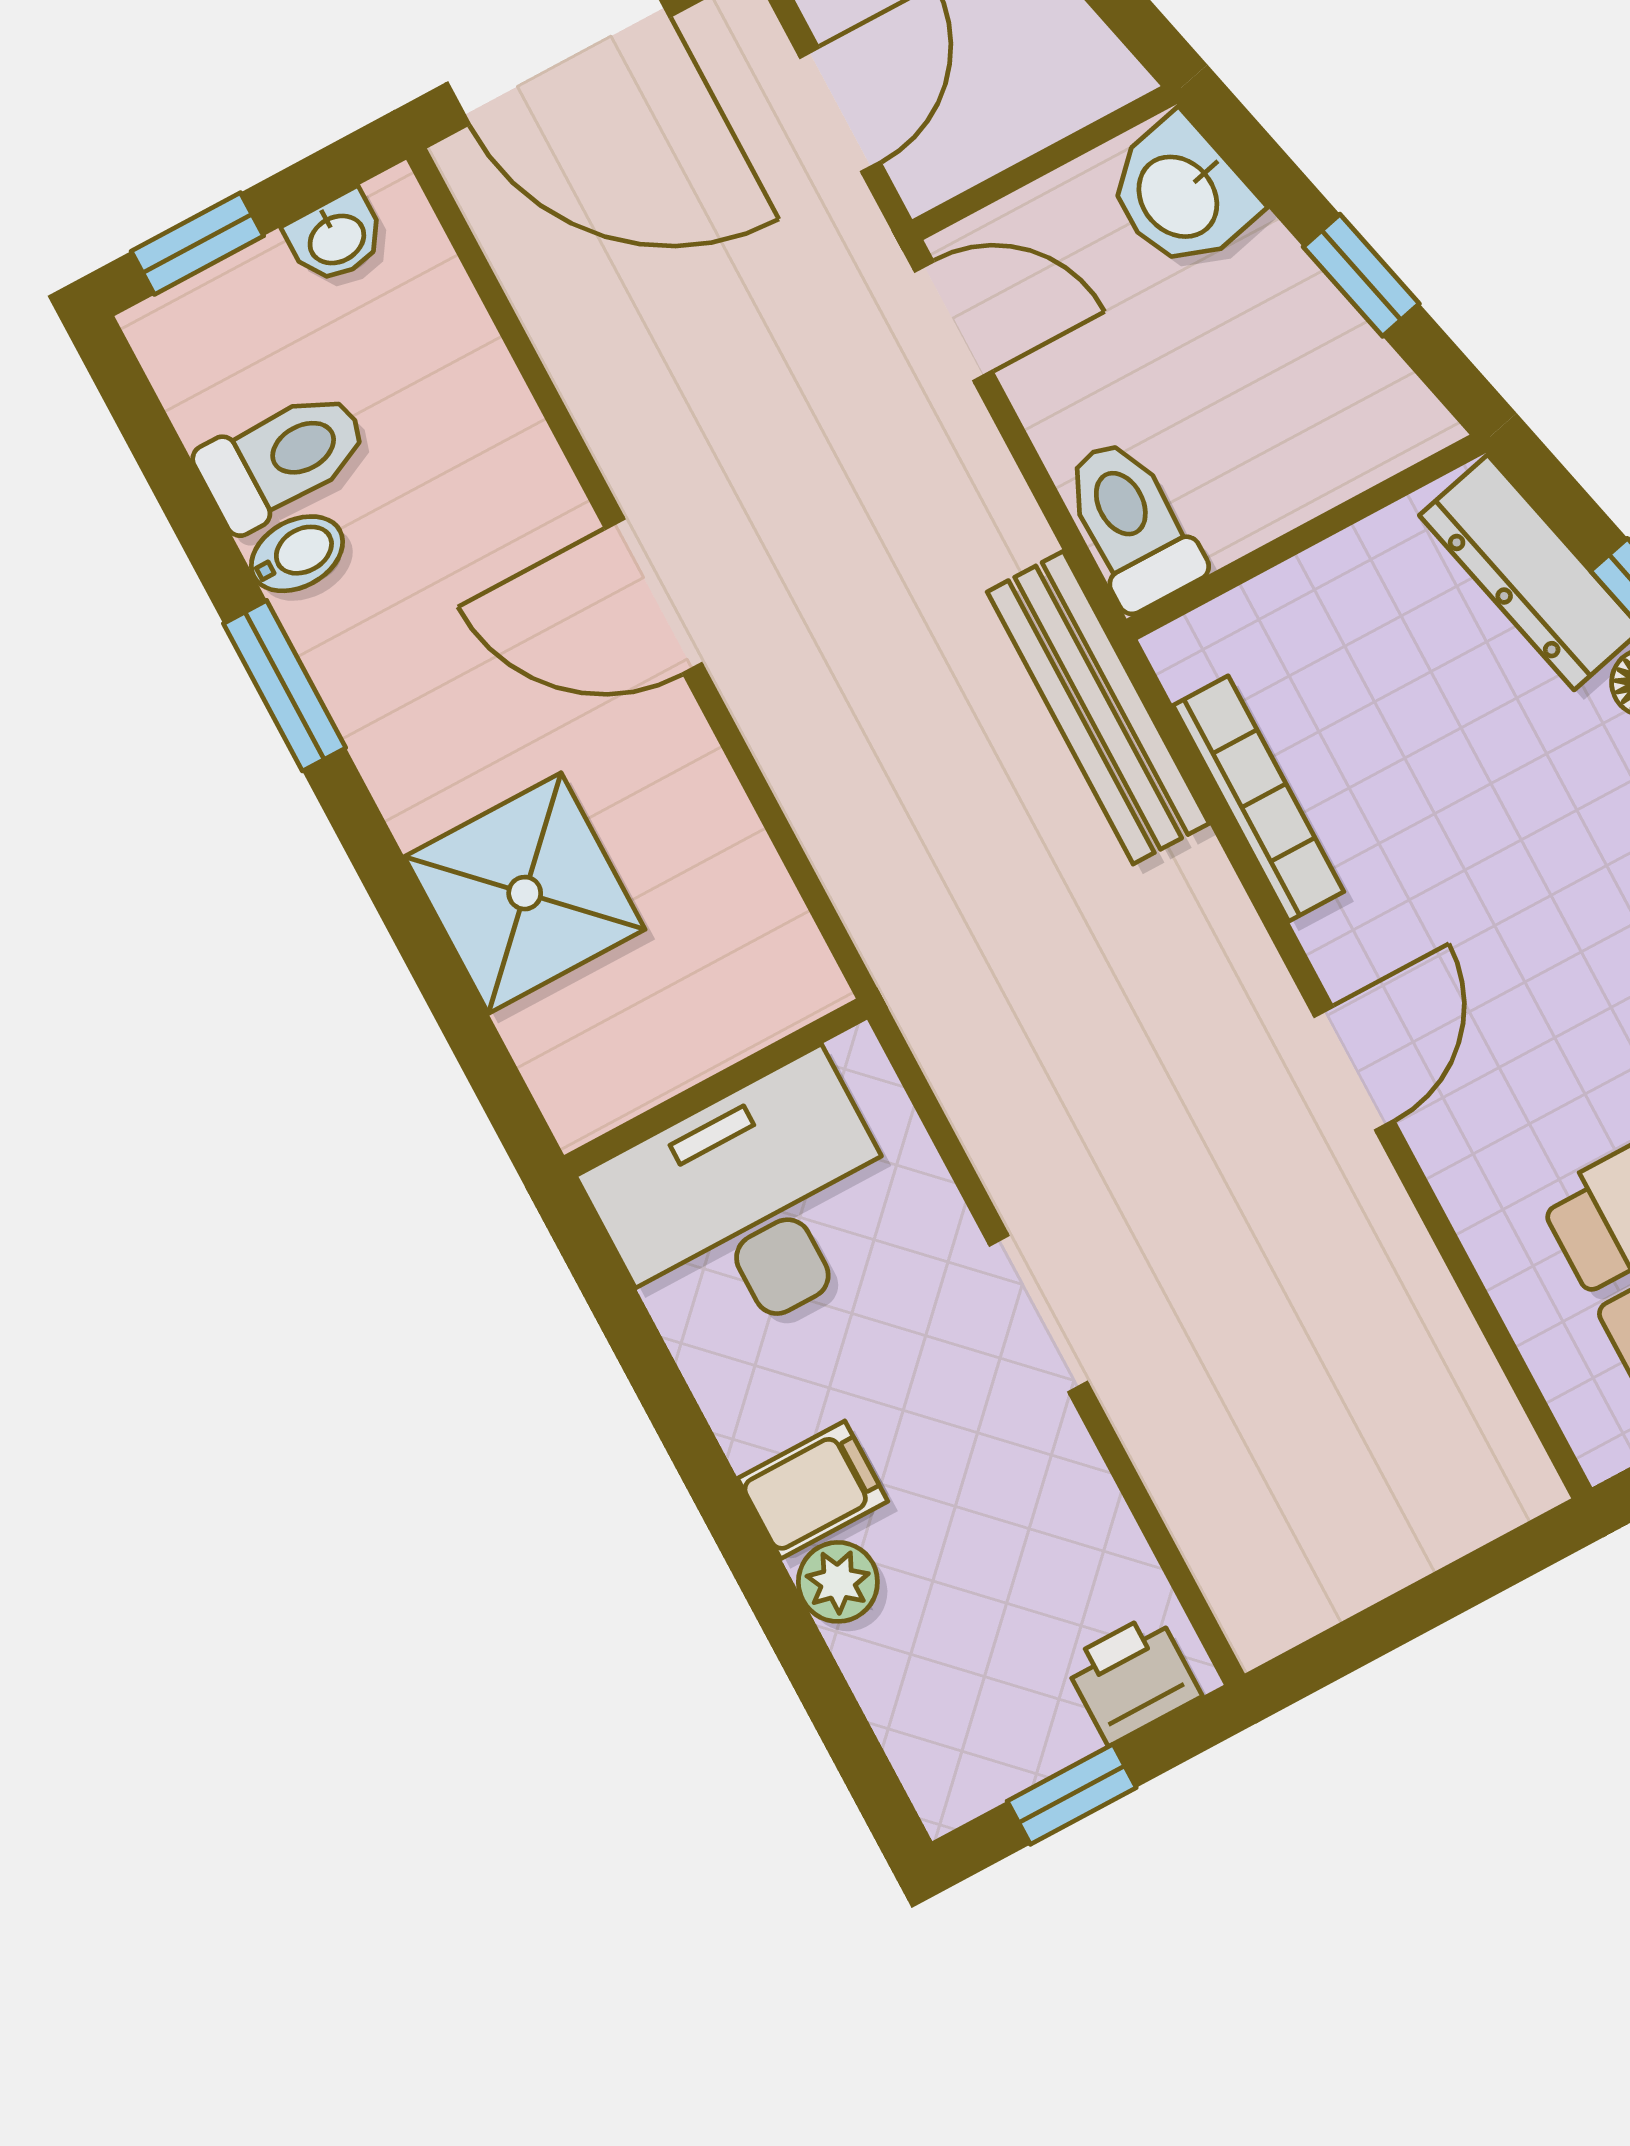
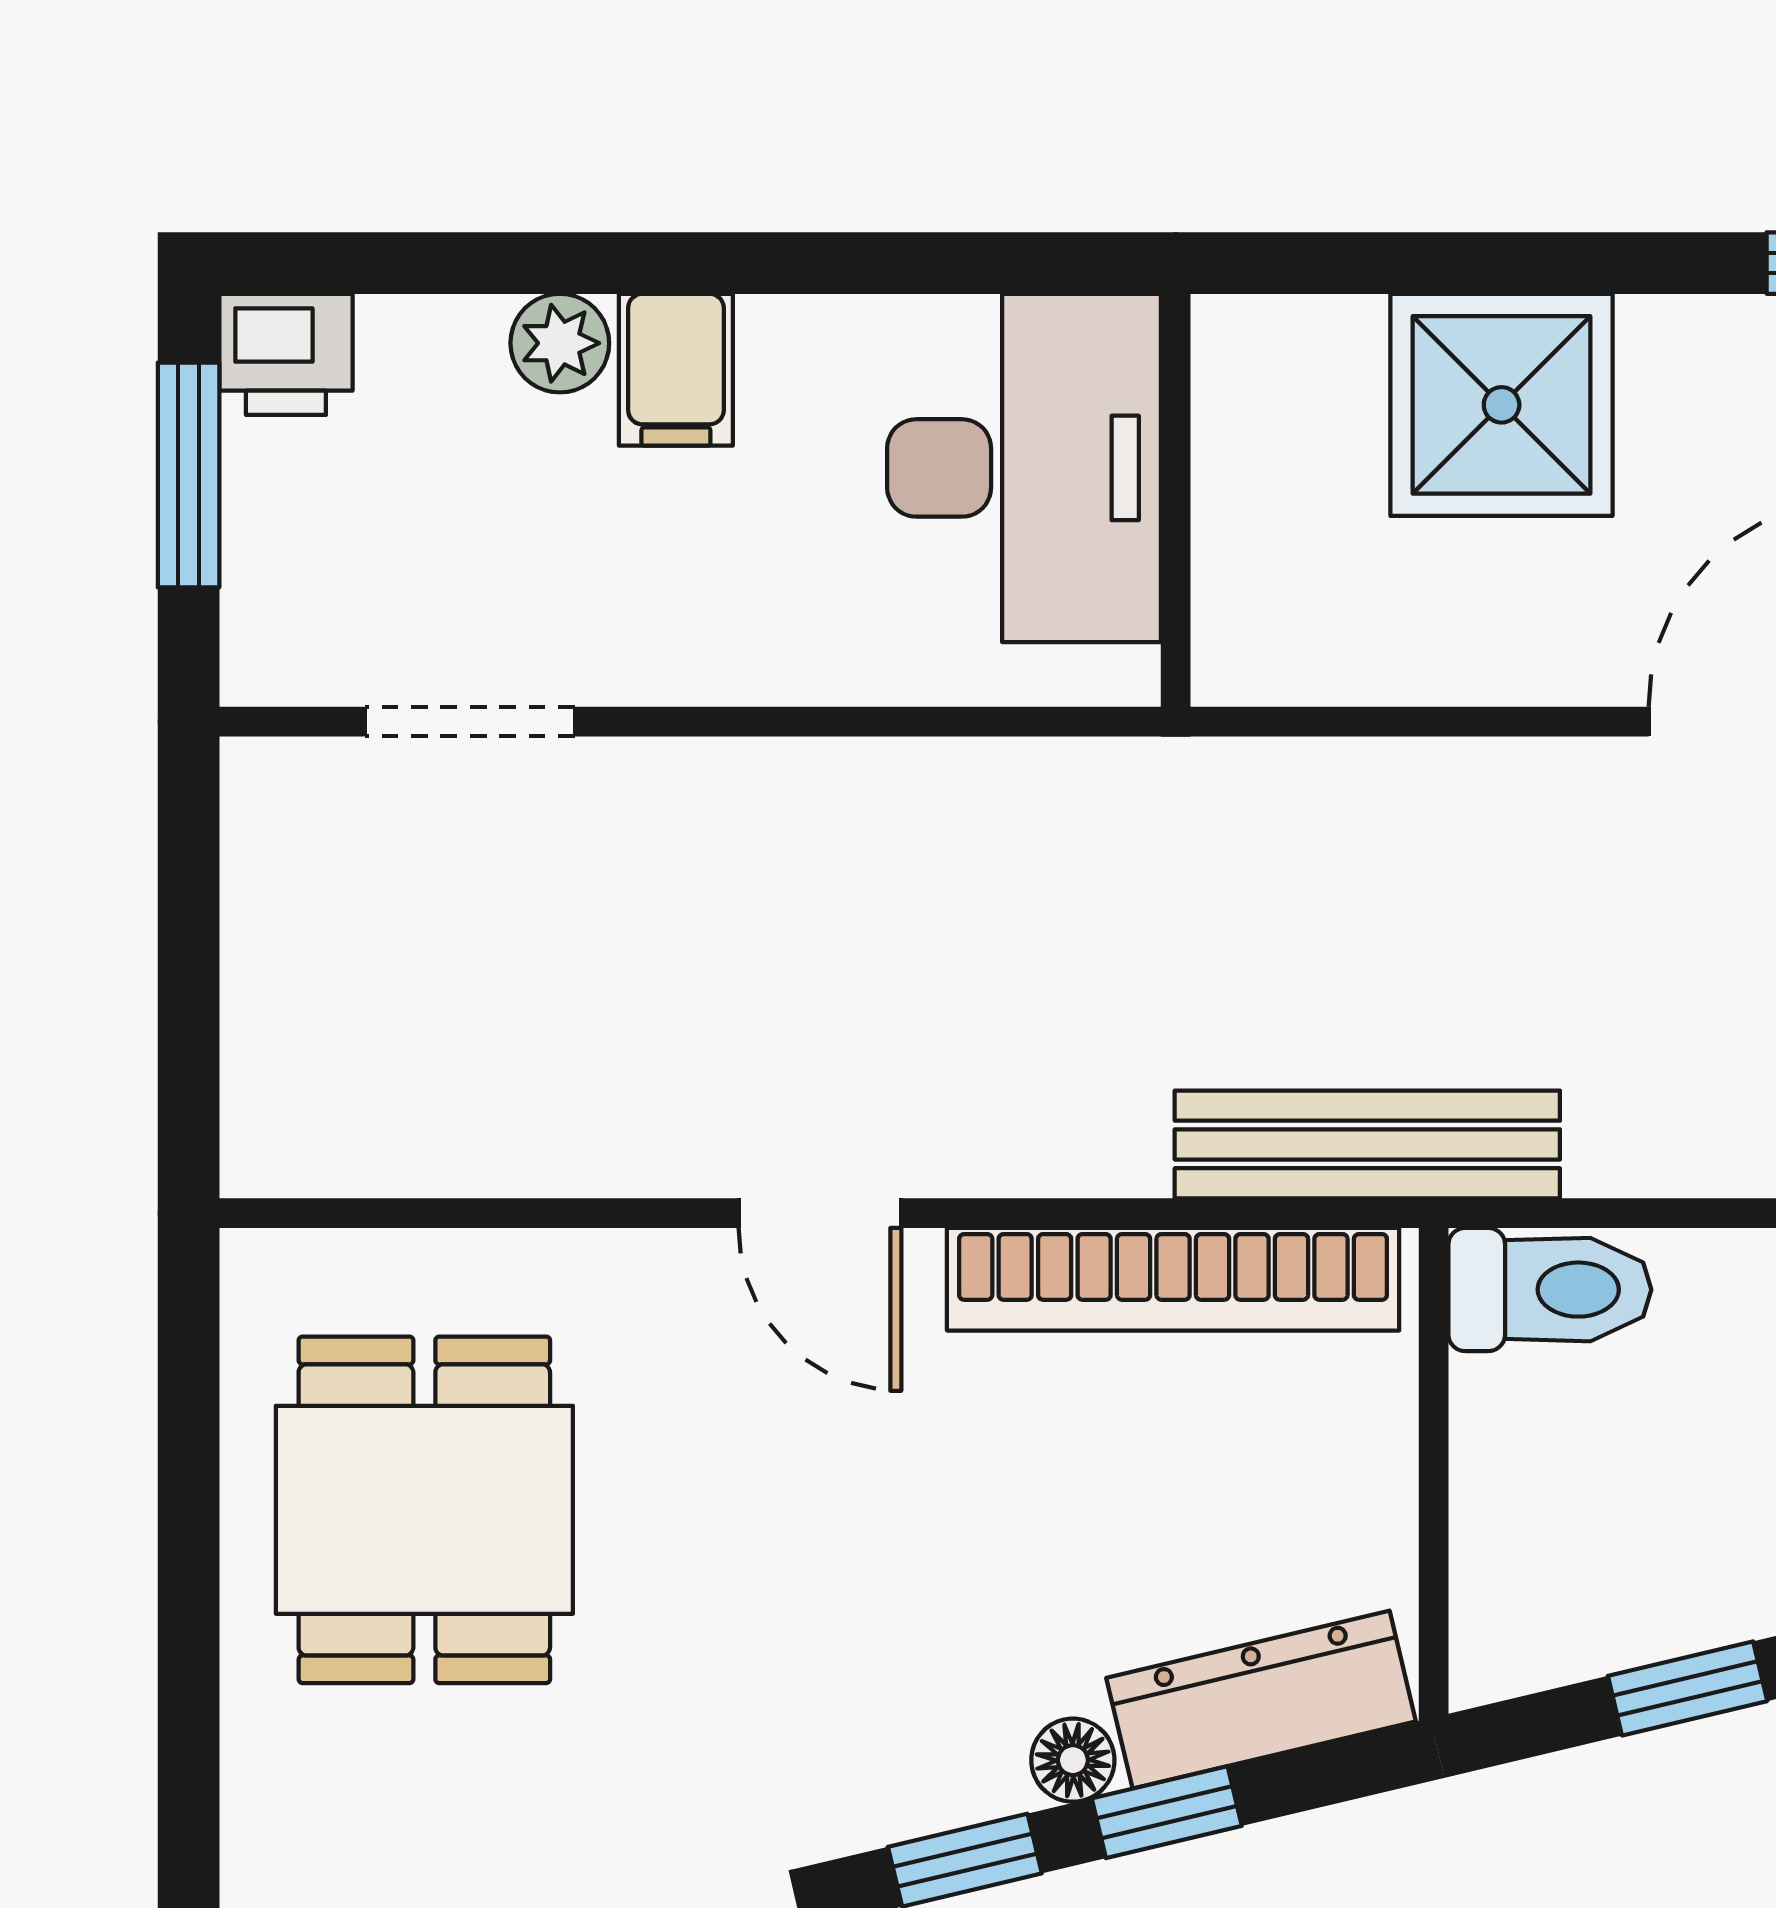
bookcase: (1258, 798) -> (1173, 1279), width x1.48, depth x1.31
doorway: (1038, 1314) -> (470, 722), moved
printer: (1132, 1679) -> (286, 354), moved, turned 90
window: (1072, 1794) -> (189, 475), width x1.50

